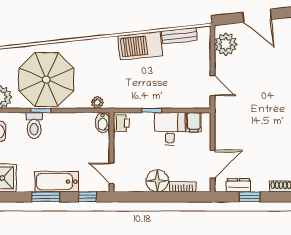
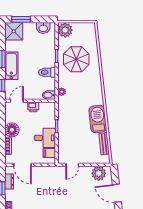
door: (257, 16) -> (117, 193), hinge flipped
parasol: (46, 80) -> (76, 59), width x0.73, depth x0.73
printer: (121, 123) -> (33, 107), moved
toilet: (34, 126) -> (47, 72), moved

